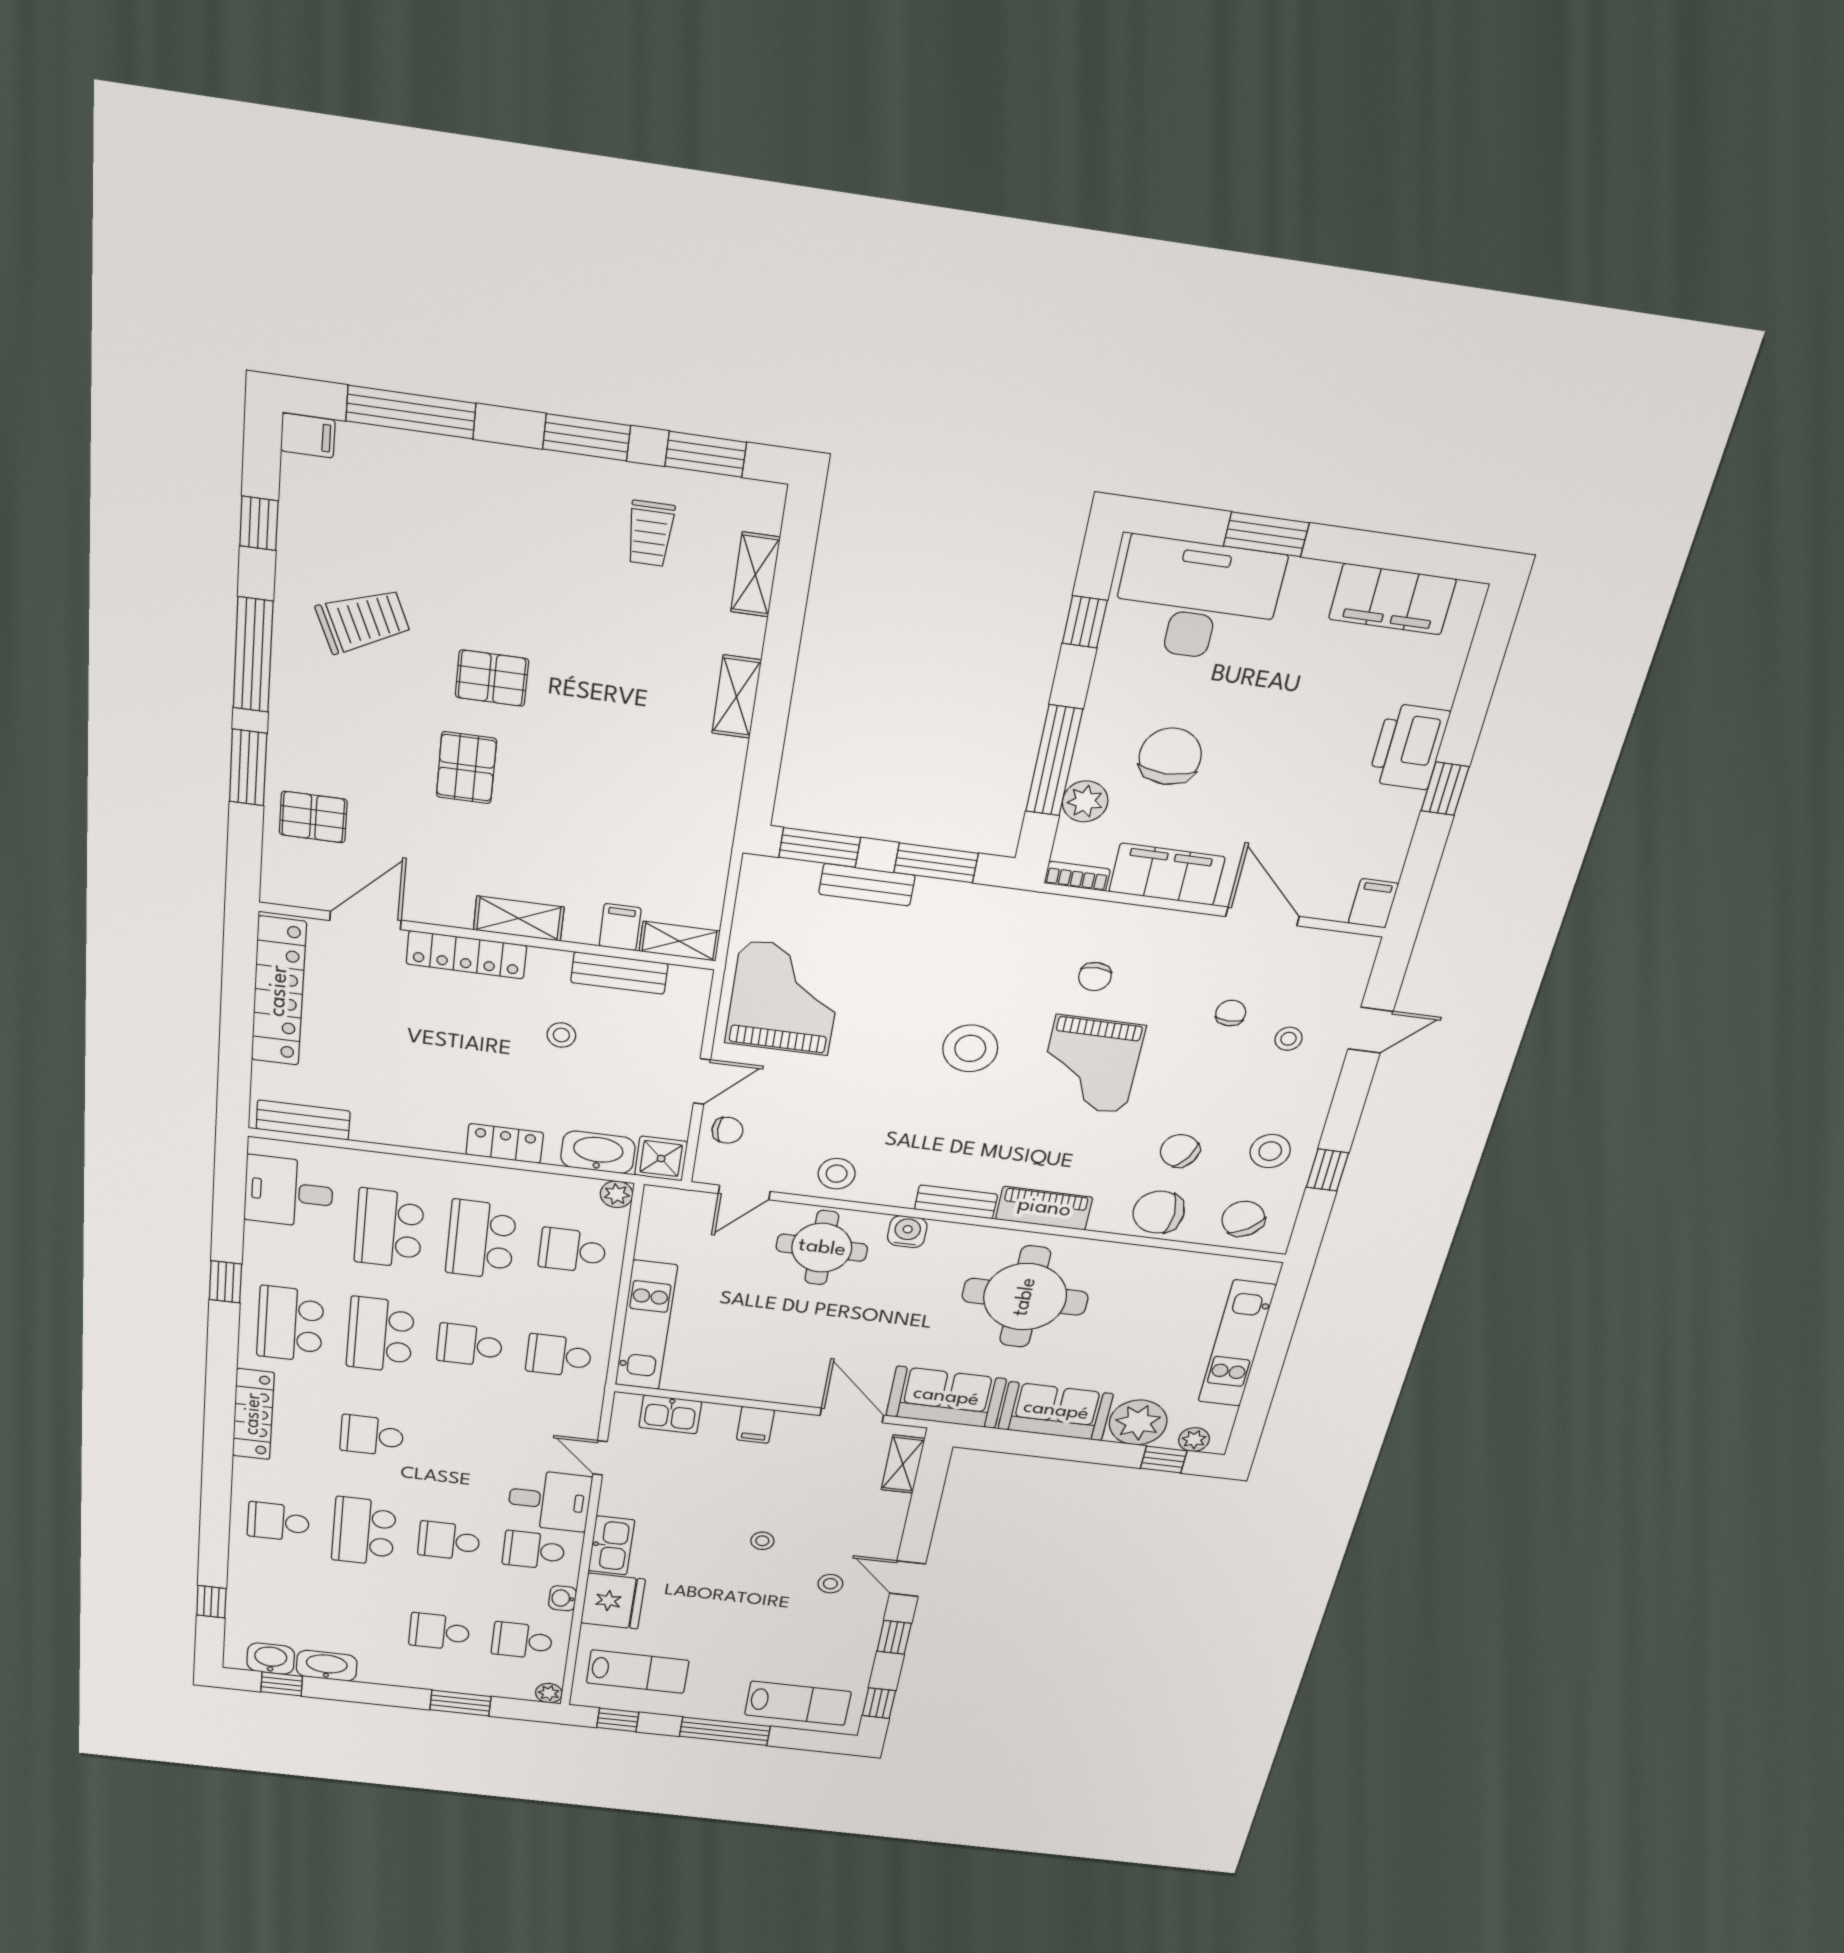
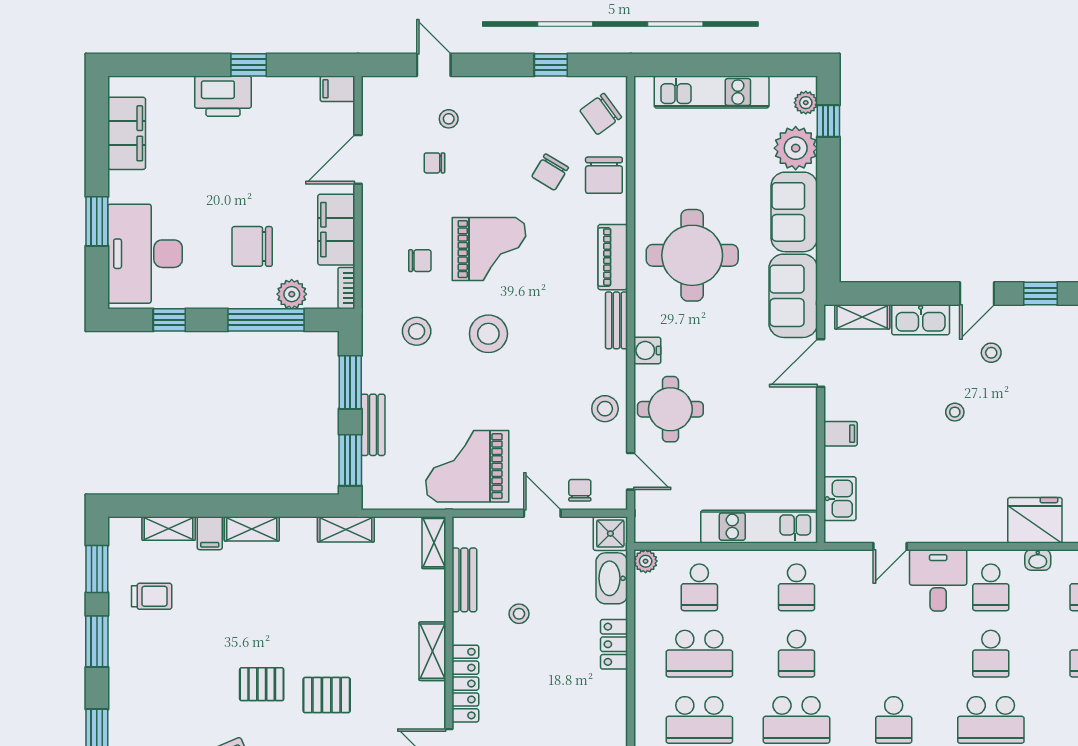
pallet: (492, 678) -> (262, 684), turned 90
shelving: (716, 828) -> (346, 529), added
filing cabinet: (620, 927) -> (210, 533), moved, turned -90
stool: (1270, 1151) -> (417, 331), moved
kitchen sink: (611, 1545) -> (921, 320), moved, turned 180

